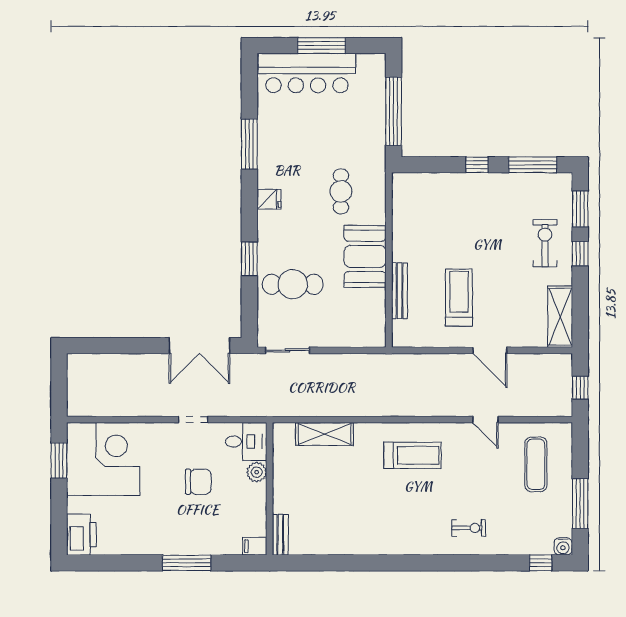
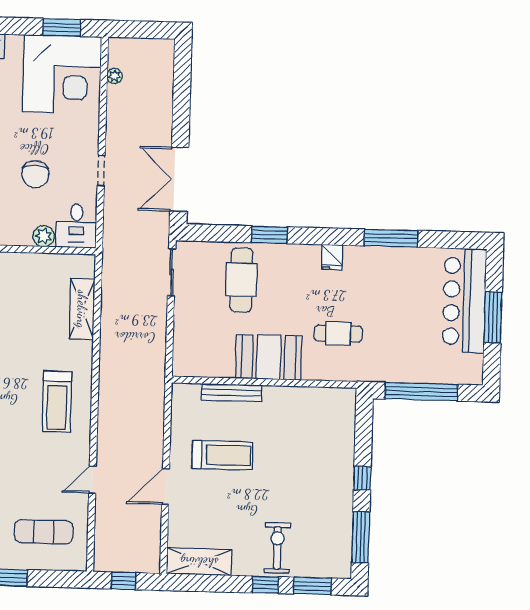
exercise bike: (545, 243) -> (277, 548), turned -90
plant: (104, 409) -> (115, 76), added

